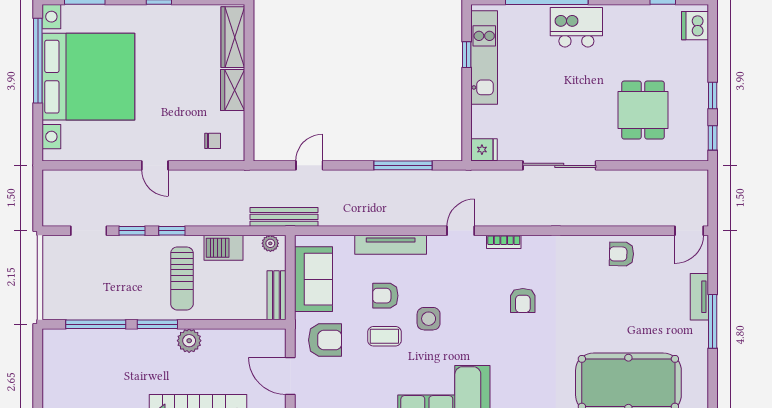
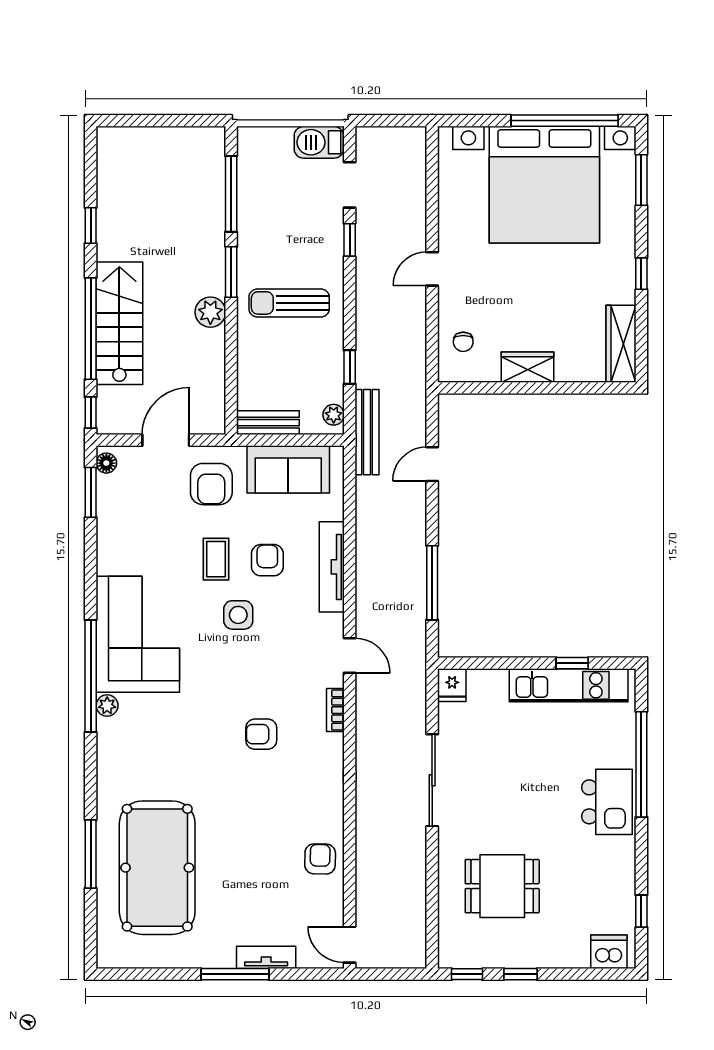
wardrobe: (233, 37) -> (621, 344), moved, turned -90
door: (309, 165) -> (432, 464), swing flipped
window: (172, 231) -> (350, 367), moved
barbecue: (223, 248) -> (319, 142), moved, turned -90

